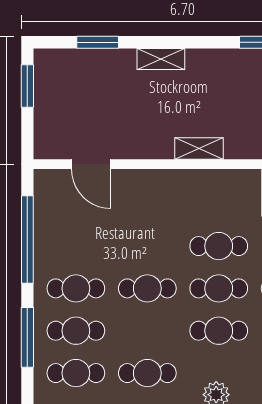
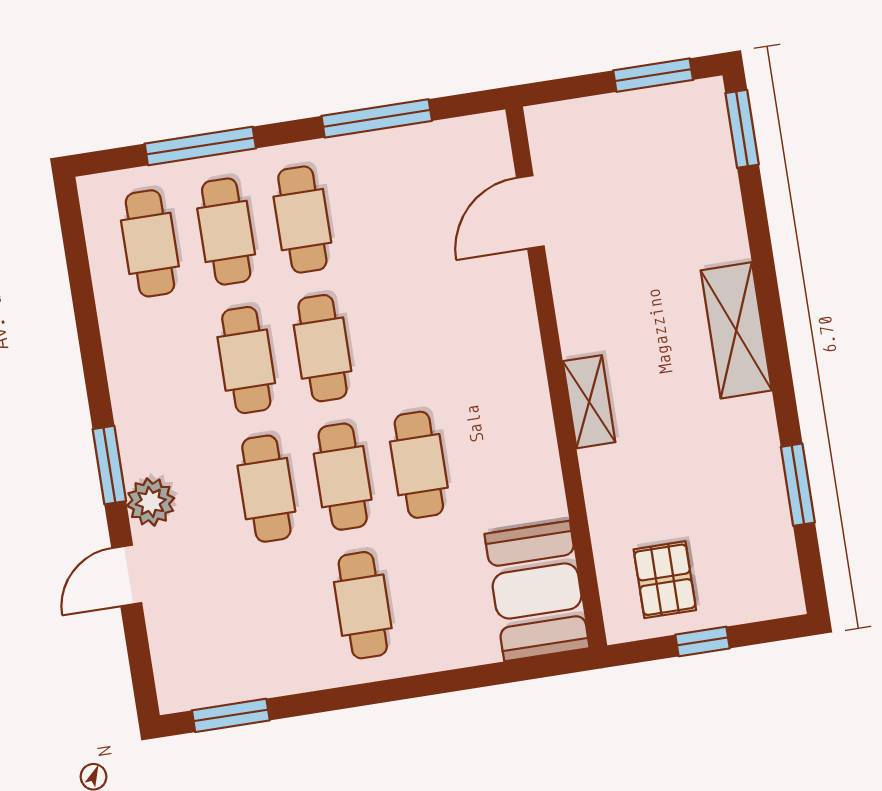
window: (98, 42) -> (742, 129), moved
shelving: (161, 59) -> (736, 330), width x1.50, depth x1.33
window: (27, 240) -> (377, 118), width x0.68
cafe table: (147, 373) -> (246, 360), moved

